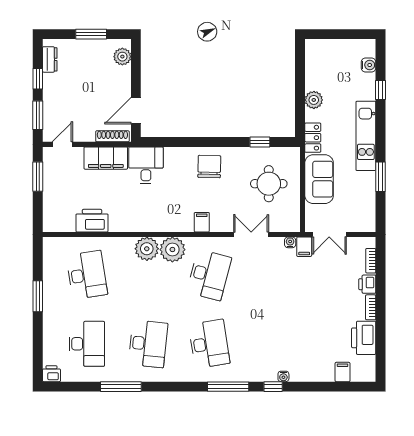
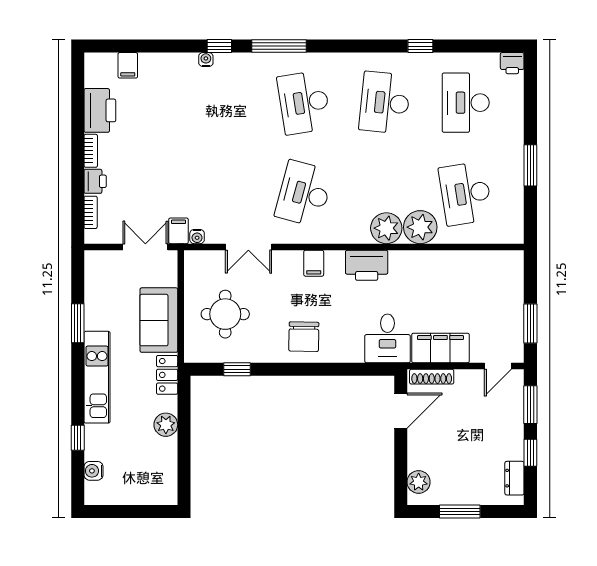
printer: (92, 221) -> (367, 265), moved
plant: (172, 250) -> (420, 227), moved
window: (121, 387) -> (420, 46), width x0.46

